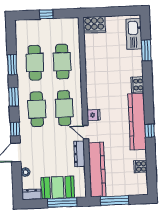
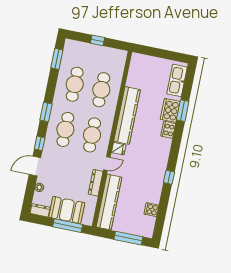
cooker: (94, 25) -> (170, 110), moved, turned 90
window: (146, 50) -> (183, 111), moved
window: (12, 65) -> (57, 59), moved
kitchen counter: (137, 121) -> (127, 115), moved, turned 180
door: (86, 132) -> (107, 163), swing flipped
window: (115, 200) -> (128, 238), moved

